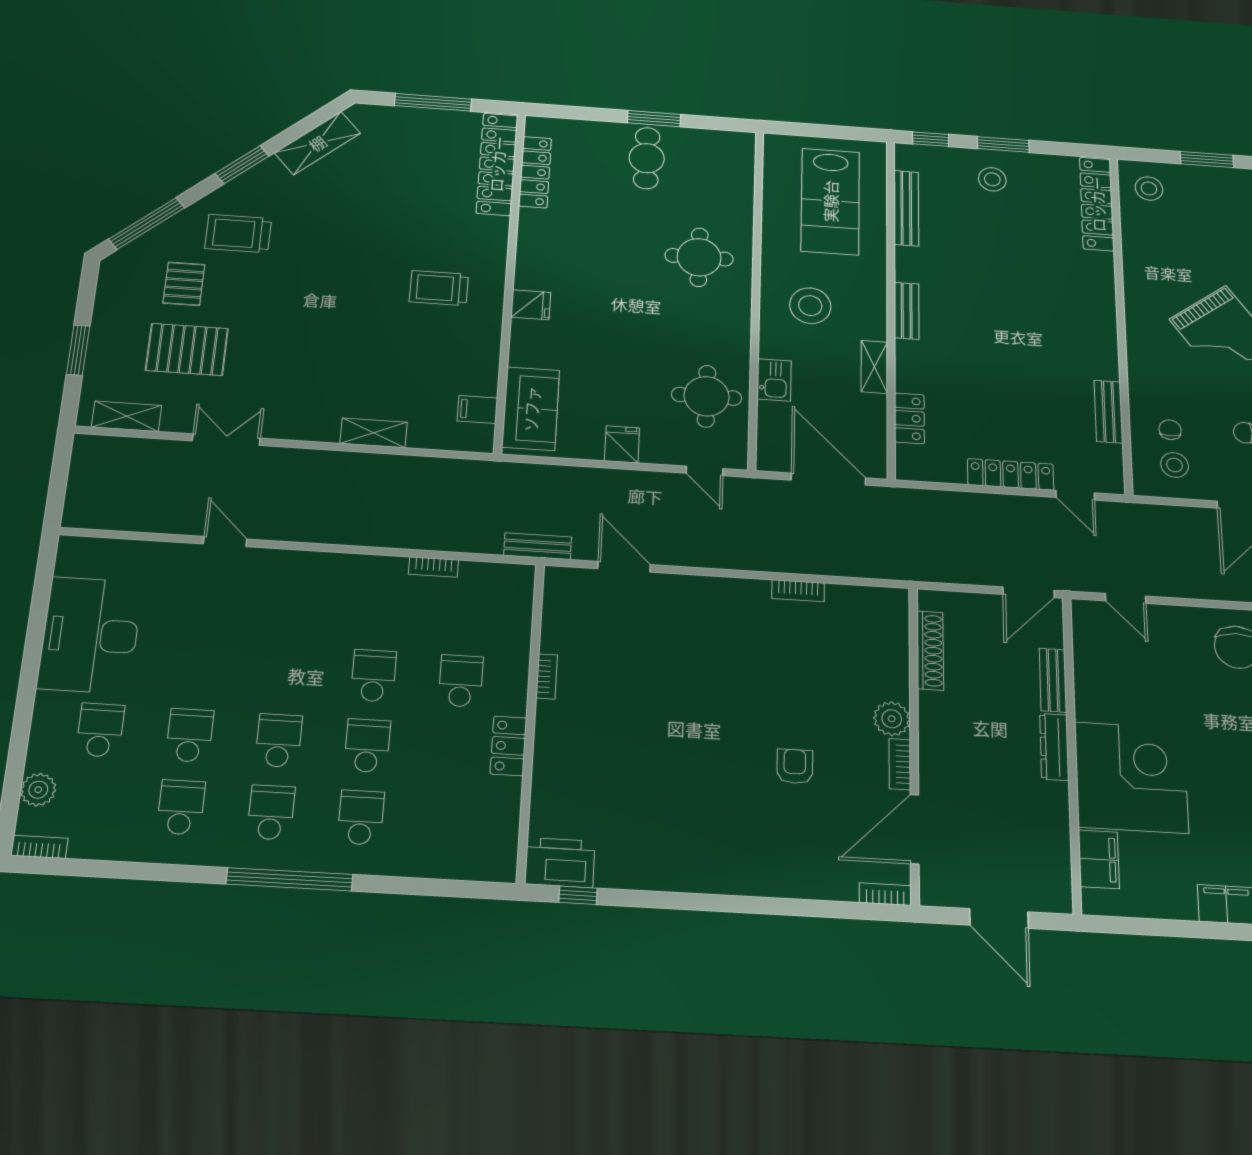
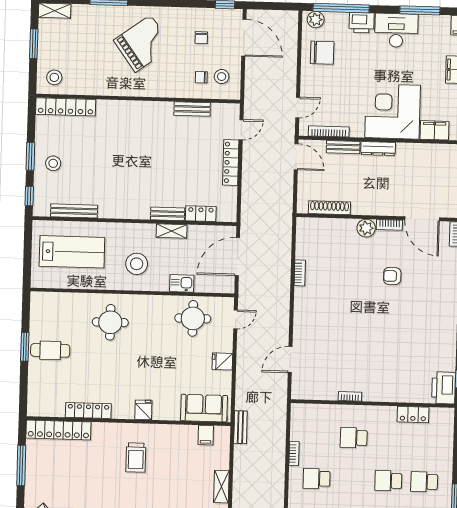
locker: (535, 172) -> (88, 411), moved
bench: (907, 311) -> (168, 214), moved
bench: (538, 546) -> (240, 427), moved
bookcase: (1083, 654) -> (329, 131), added
school desk: (374, 676) -> (317, 479), moved
locker: (508, 746) -> (413, 414), moved

